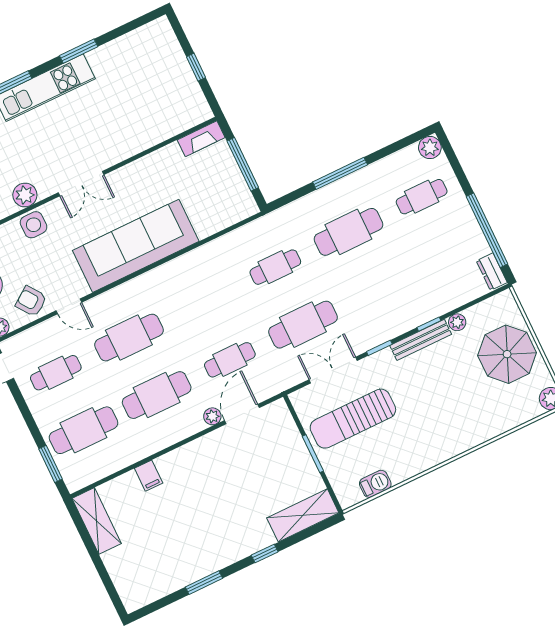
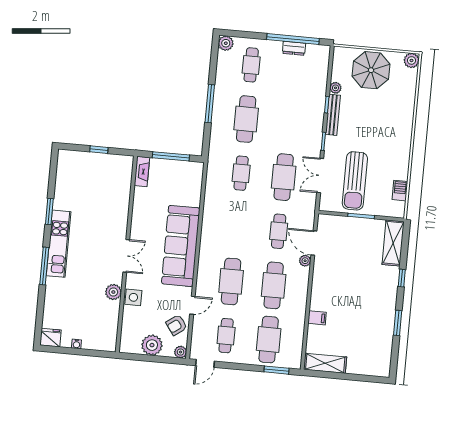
dresser: (492, 272) -> (294, 48), moved

